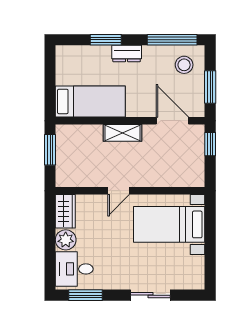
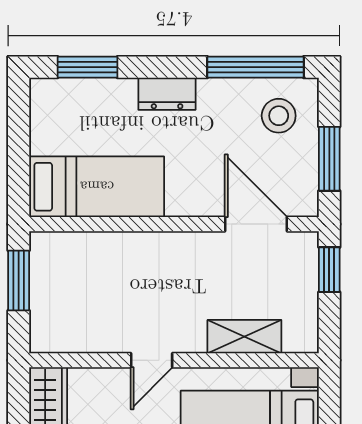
window: (106, 40) -> (87, 67), moved
shelving: (123, 133) -> (244, 337), moved

